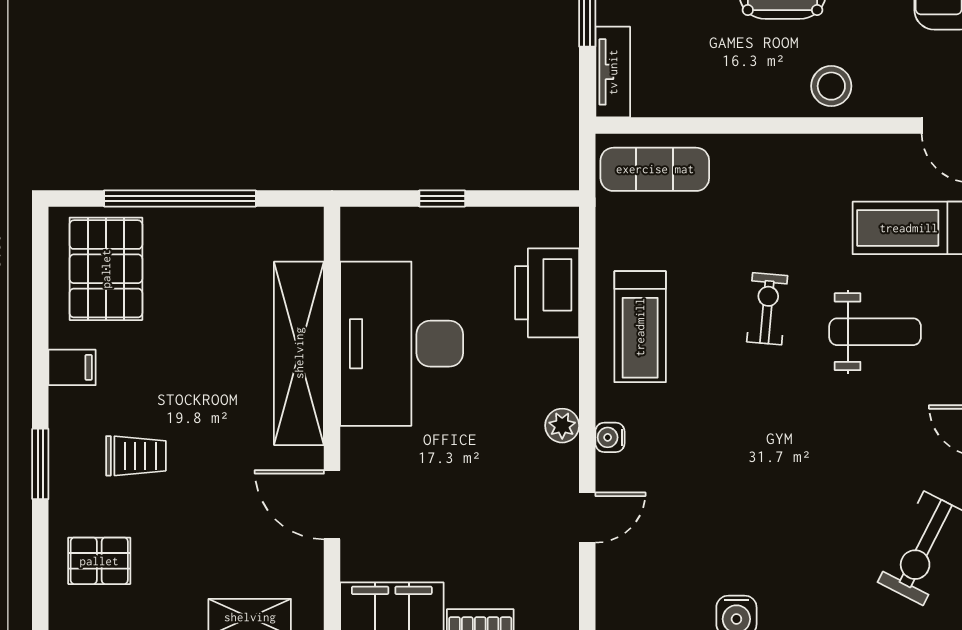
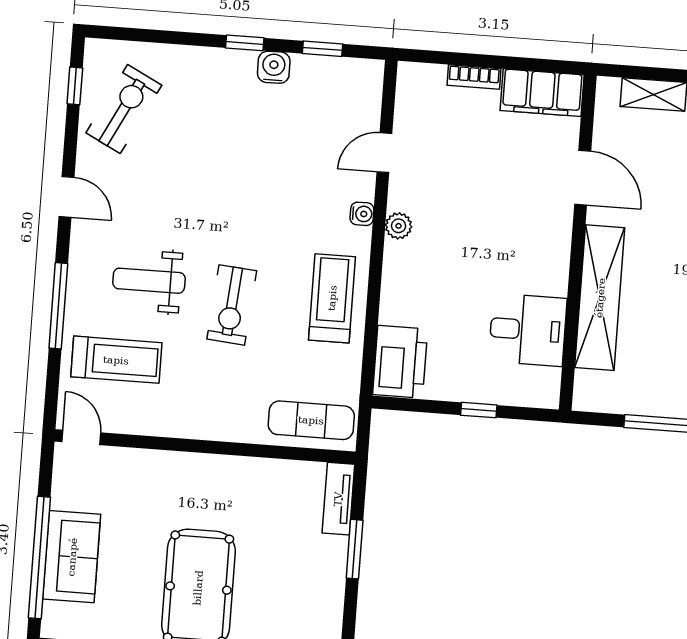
stool: (831, 86) -> (169, 475), removed
printer: (547, 293) -> (400, 362), moved
exercise bike: (767, 309) -> (232, 305), width x1.38, depth x1.39
desk: (402, 344) -> (528, 330), width x0.53, depth x0.77

